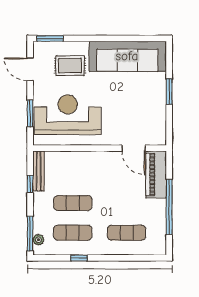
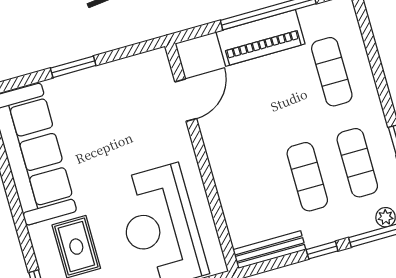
piano: (156, 174) -> (261, 38), moved
window: (30, 184) -> (322, 250), moved

